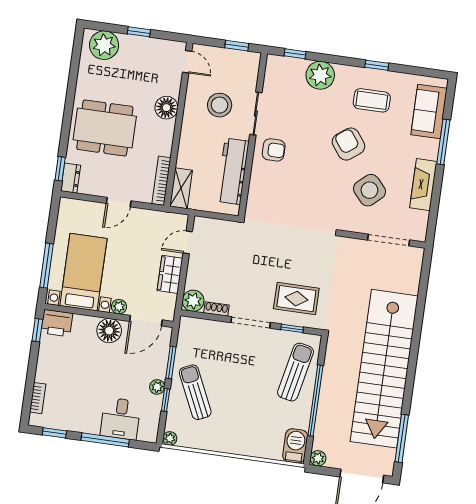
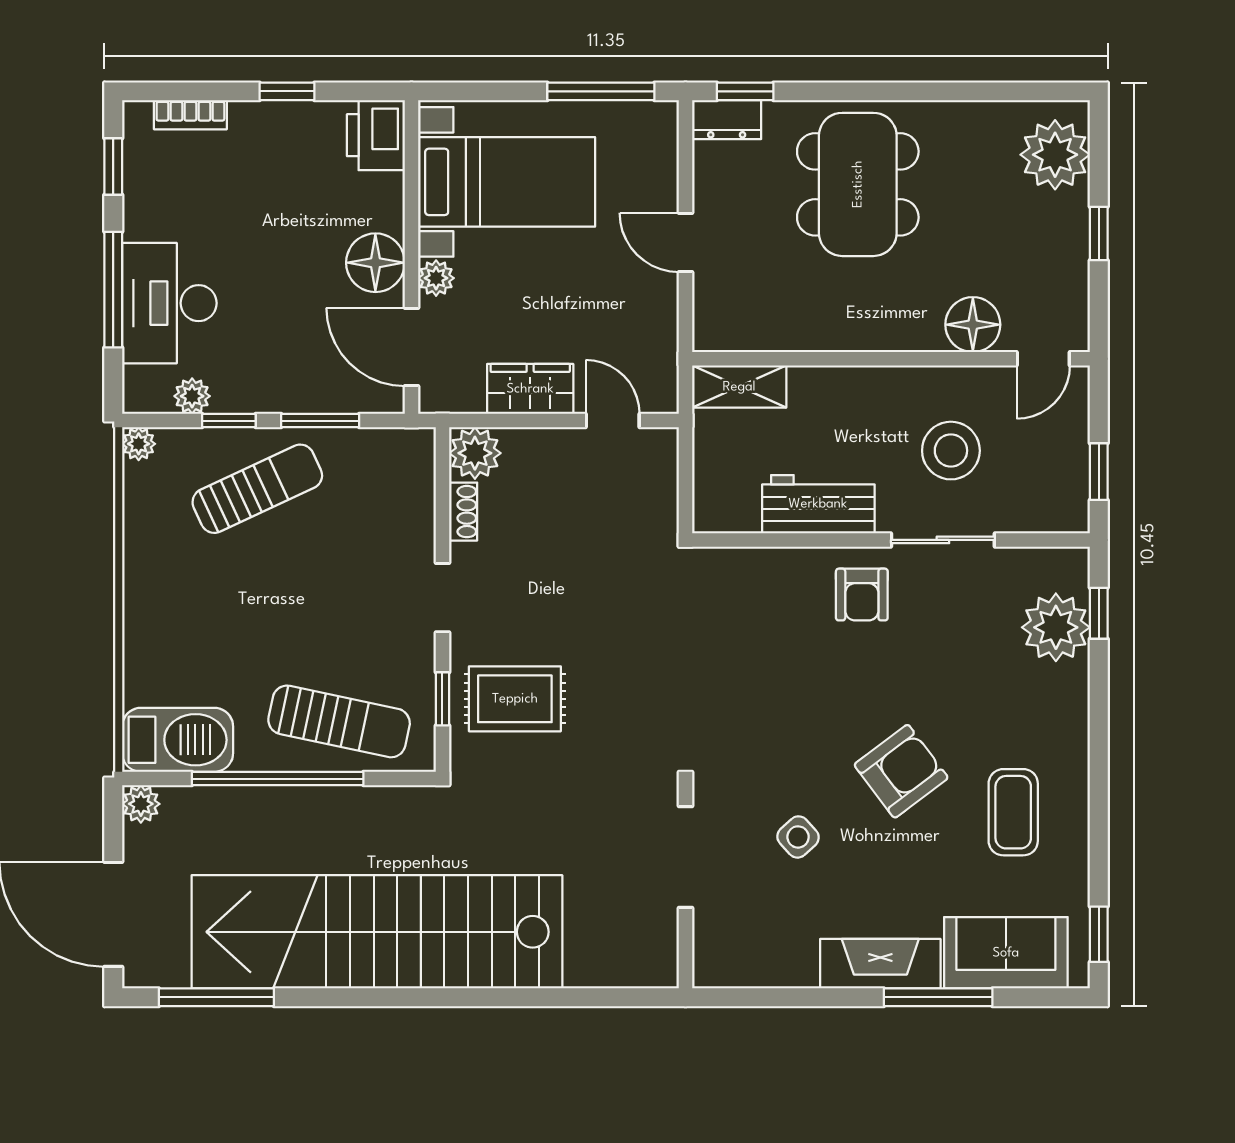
window: (377, 65) -> (1099, 934), moved
plant: (320, 75) -> (1056, 627), moved
floor lamp: (166, 108) -> (973, 325), moved
workbench: (233, 171) -> (818, 504), width x0.73
bookcase: (161, 181) -> (751, 337), removed
fireplace: (423, 185) -> (880, 964), moved
side table: (369, 190) -> (798, 837), width x0.54, depth x0.54
doorway: (389, 240) -> (685, 857), moved
window: (47, 266) -> (601, 91), moved
rug: (296, 299) -> (515, 699), turned 90
doorway: (251, 322) -> (442, 598), width x0.73
window: (37, 330) -> (287, 91), moved
plant: (157, 387) -> (192, 396), moved
desk: (121, 419) -> (169, 303), width x1.37
barbecue: (295, 446) -> (178, 740), width x1.37, depth x1.21

